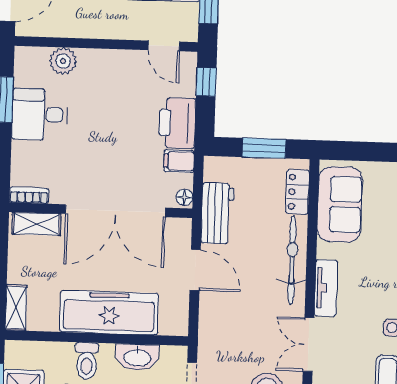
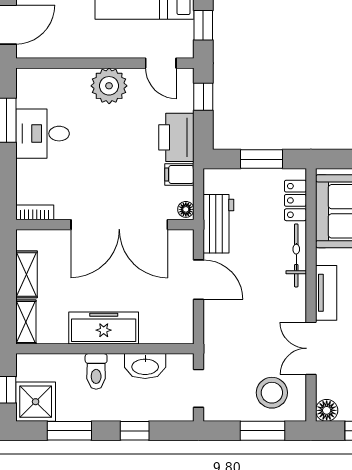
plant: (63, 61) -> (109, 86), moved, width x1.36, depth x1.36
shelving: (36, 224) -> (26, 274), moved, turned 90
bicycle: (292, 260) -> (296, 255), width x0.73, depth x0.71
freezer: (109, 313) -> (104, 328), width x0.73, depth x0.79

